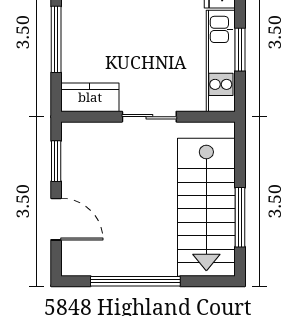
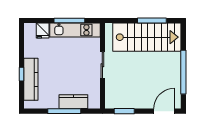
window: (240, 50) -> (69, 21), width x1.44
kitchen counter: (90, 97) -> (73, 102), moved, turned 90
door: (56, 219) -> (164, 111), moved

